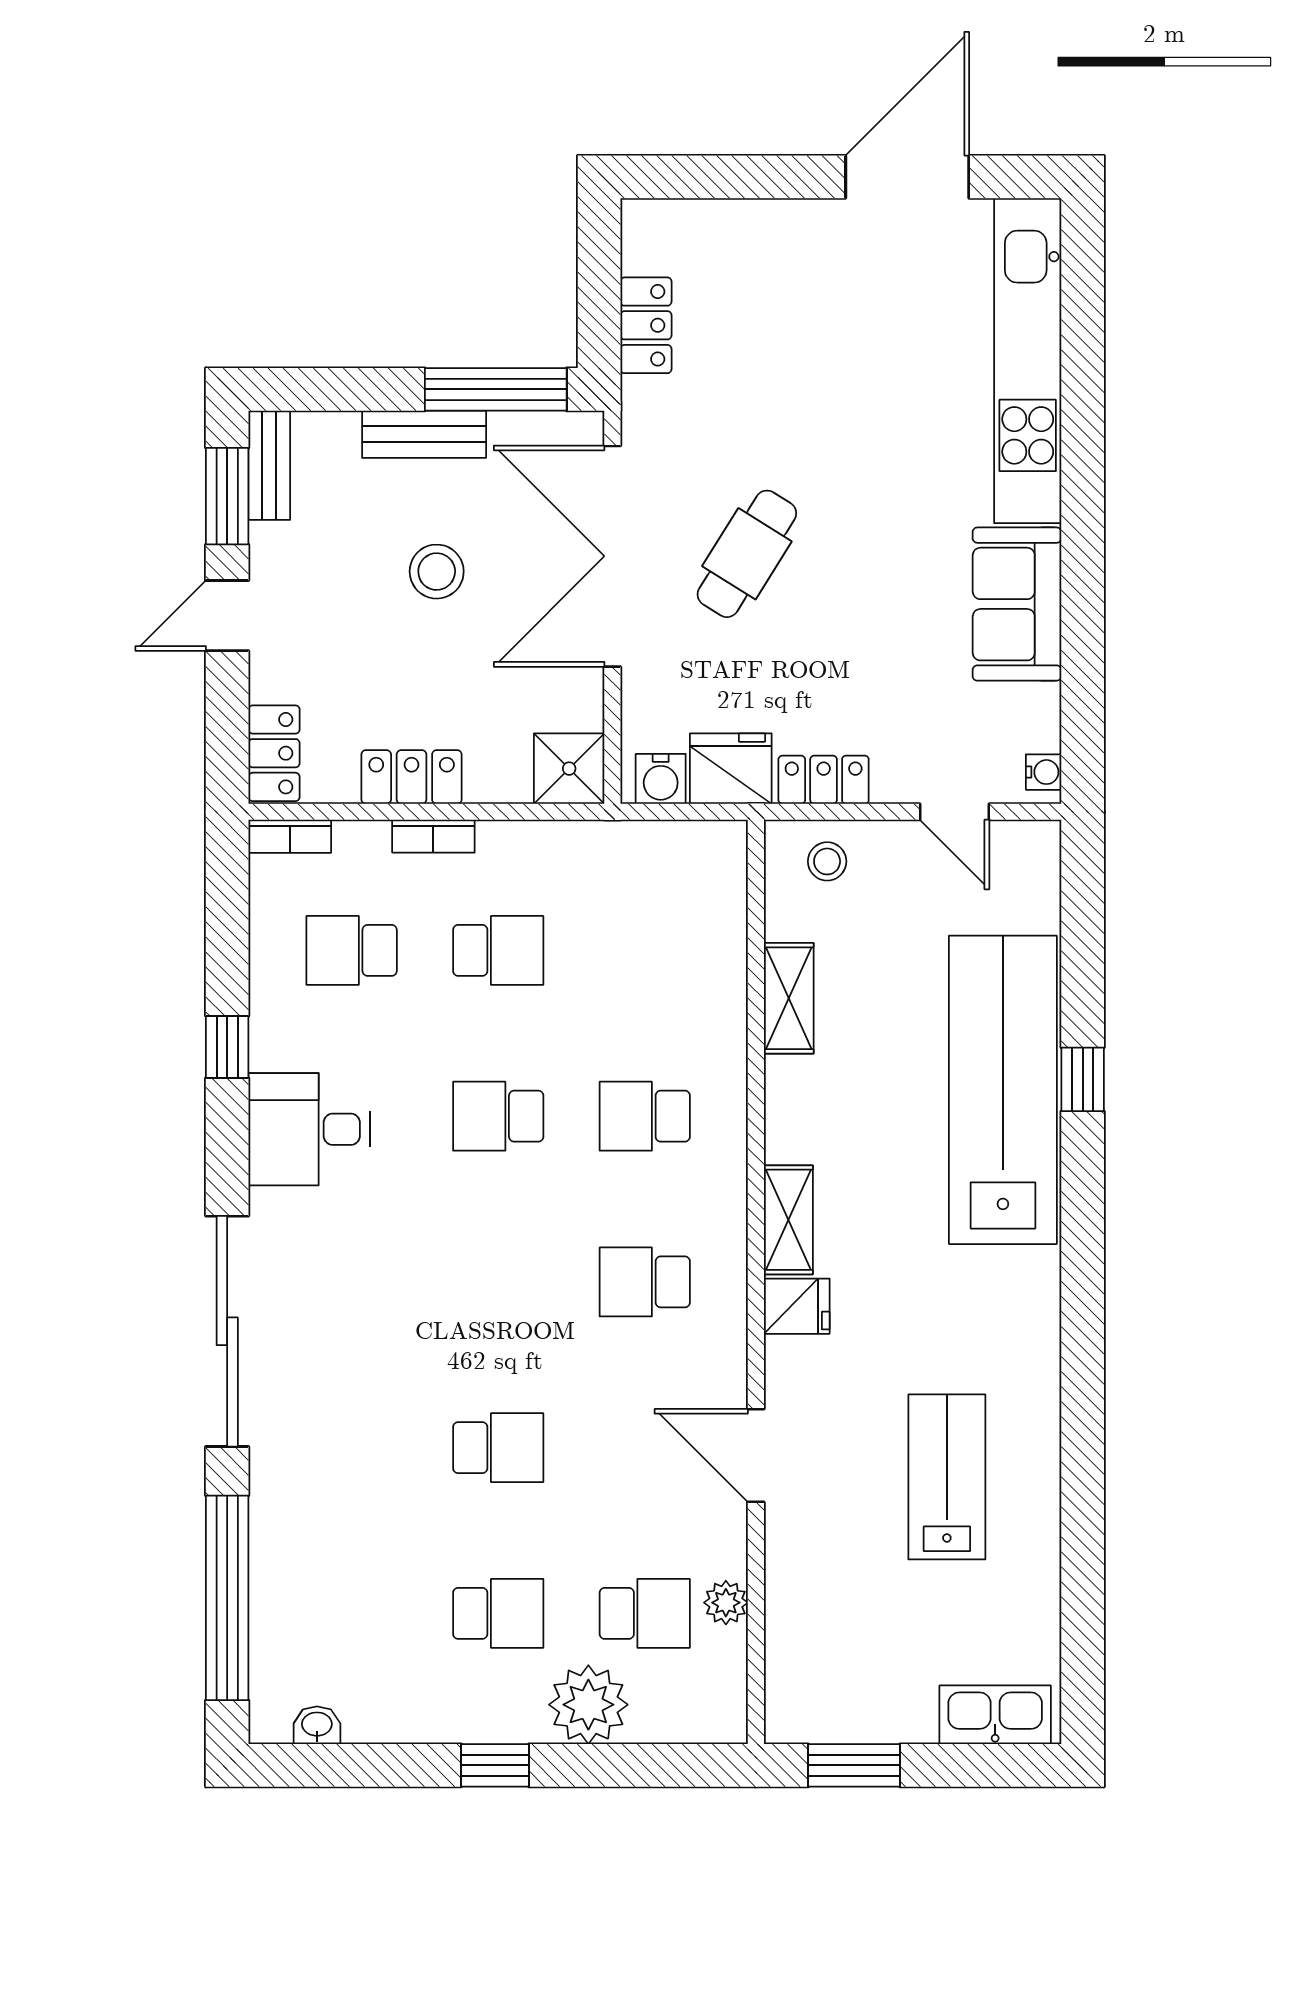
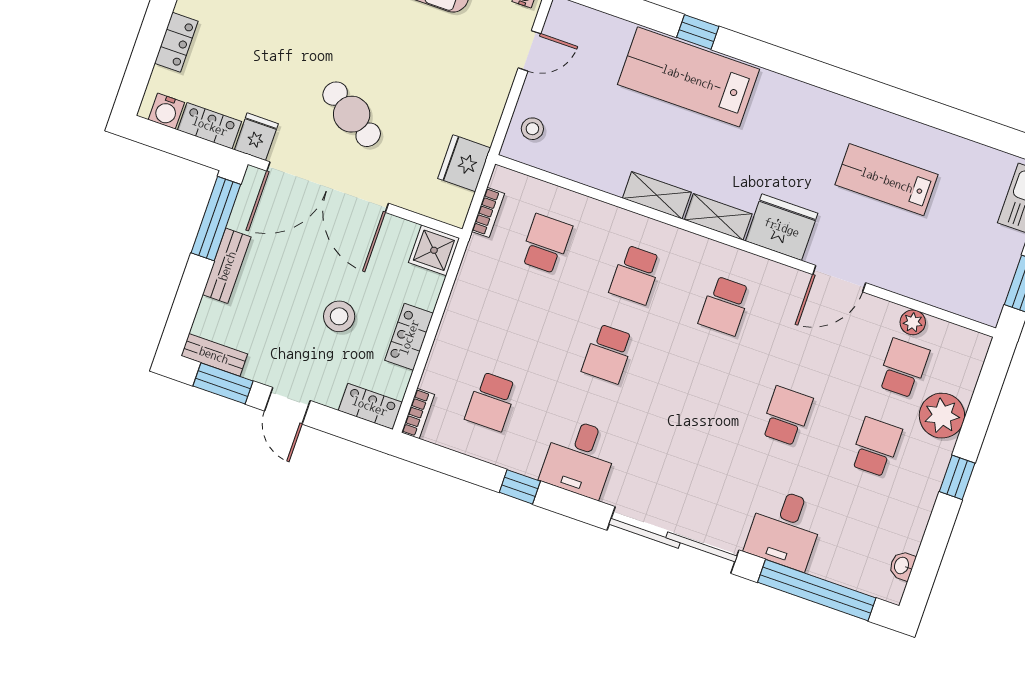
fridge: (655, 409) -> (256, 137), added
stool: (437, 572) -> (339, 316), moved
water cooler: (661, 779) -> (166, 111), moved, turned 90
locker: (824, 780) -> (176, 42), moved, turned 180
bookcase: (433, 836) -> (488, 212), moved
school desk: (498, 950) -> (546, 244), moved
shelving: (789, 998) -> (657, 195), moved
lab bench: (1003, 1090) -> (688, 77), width x0.73
fridge: (797, 1306) -> (782, 227), width x1.88, depth x1.34
desk: (310, 1510) -> (785, 529), added

